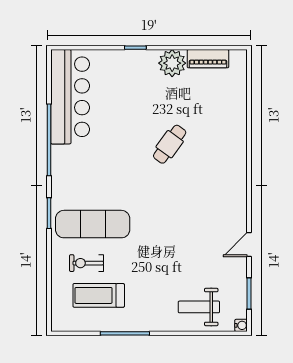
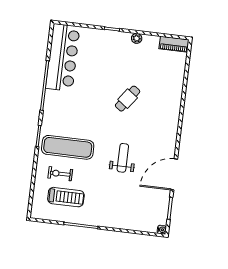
piano: (208, 59) -> (174, 44), moved
plant: (172, 63) -> (137, 38), width x0.53, depth x0.53
door: (249, 244) -> (174, 174), width x1.87
treadmill: (99, 295) -> (66, 197), turned 180
weight bench: (199, 307) -> (123, 158), moved, turned 90

